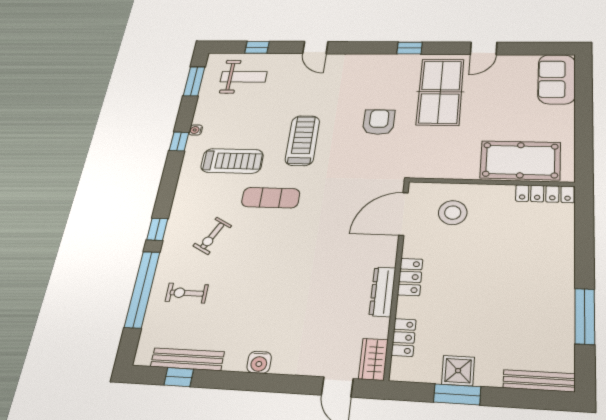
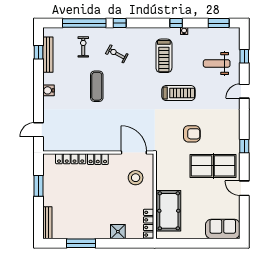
weight bench: (244, 77) -> (217, 63), moved, turned 90
exercise mat: (271, 198) -> (97, 86), moved
dresser: (382, 292) -> (89, 146), removed
locker: (404, 337) -> (71, 159), width x1.53
wardrobe: (373, 359) -> (53, 145), removed
shower: (458, 371) -> (118, 232), moved

